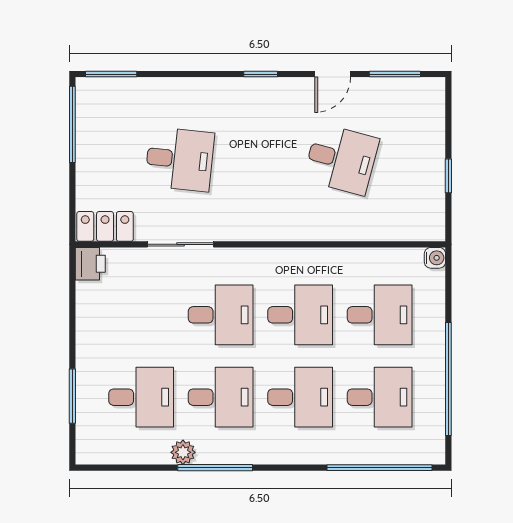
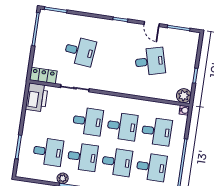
door: (333, 74) -> (152, 24), hinge flipped
desk: (341, 159) -> (150, 62), turned -30
plant: (429, 225) -> (184, 96), added
printer: (90, 264) -> (37, 97), width x1.87, depth x1.48

